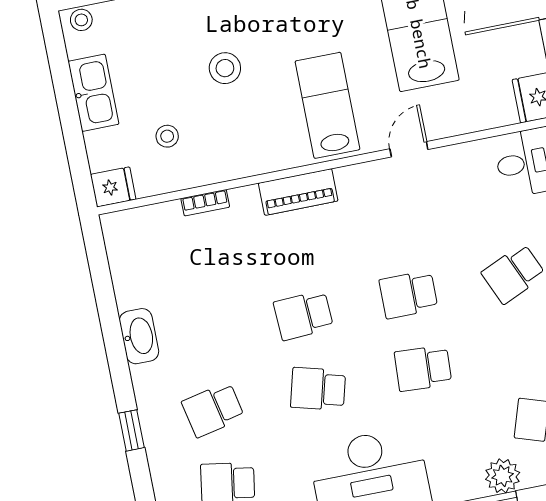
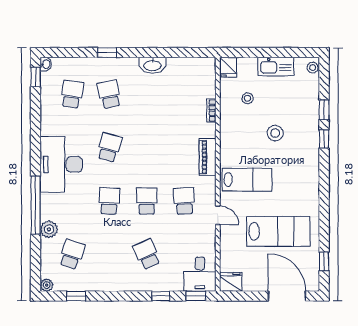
school desk: (303, 315) -> (184, 201), moved

